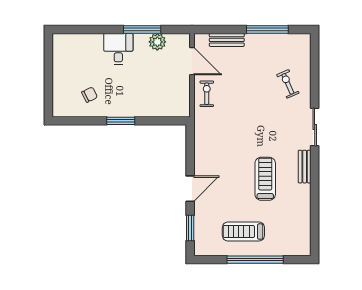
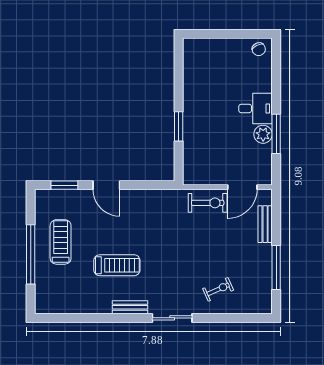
plant: (157, 42) -> (263, 134), moved
exercise bike: (207, 94) -> (208, 203), width x1.38, depth x1.39
chair: (90, 95) -> (259, 49), moved
window: (121, 121) -> (179, 126), moved

